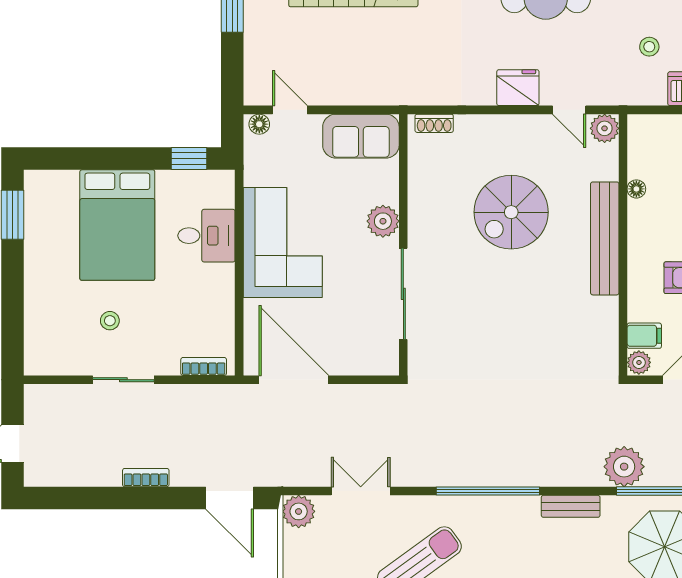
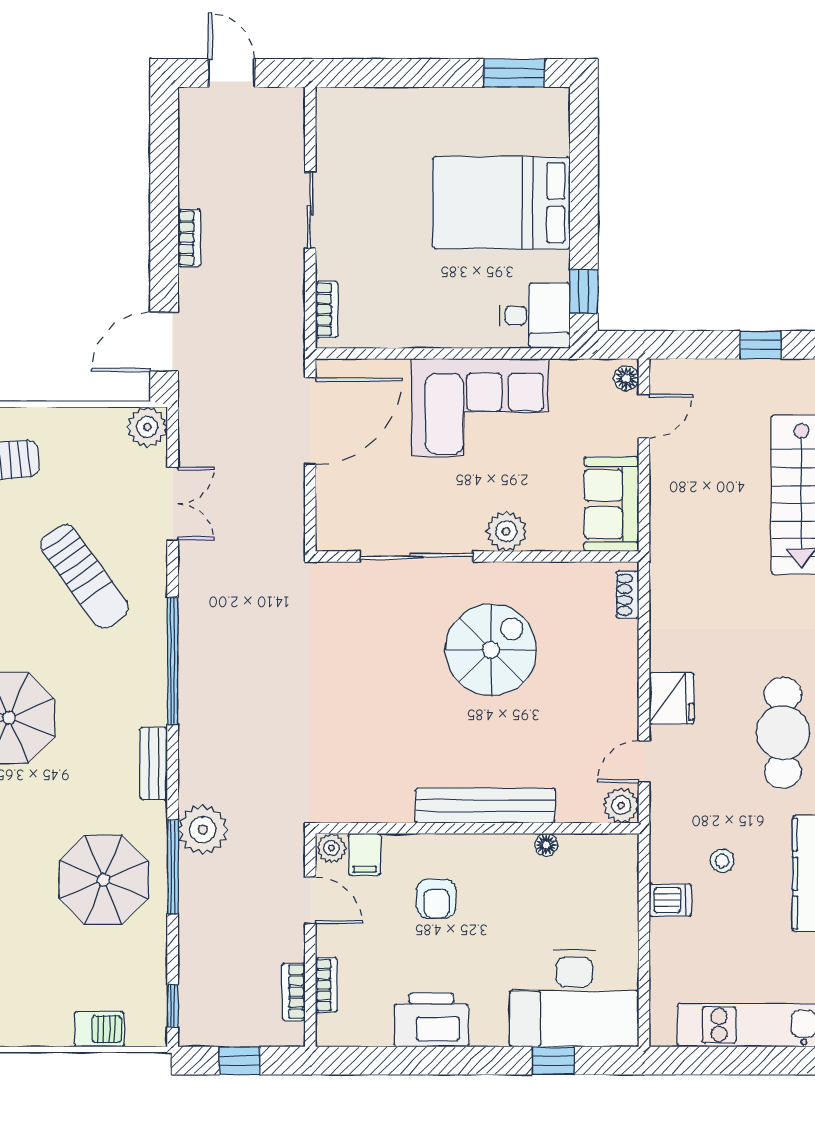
spiral stairs: (511, 212) -> (491, 650), moved, turned 90
desk: (206, 236) -> (535, 316), moved, turned -90
stool: (110, 321) -> (383, 194), removed

